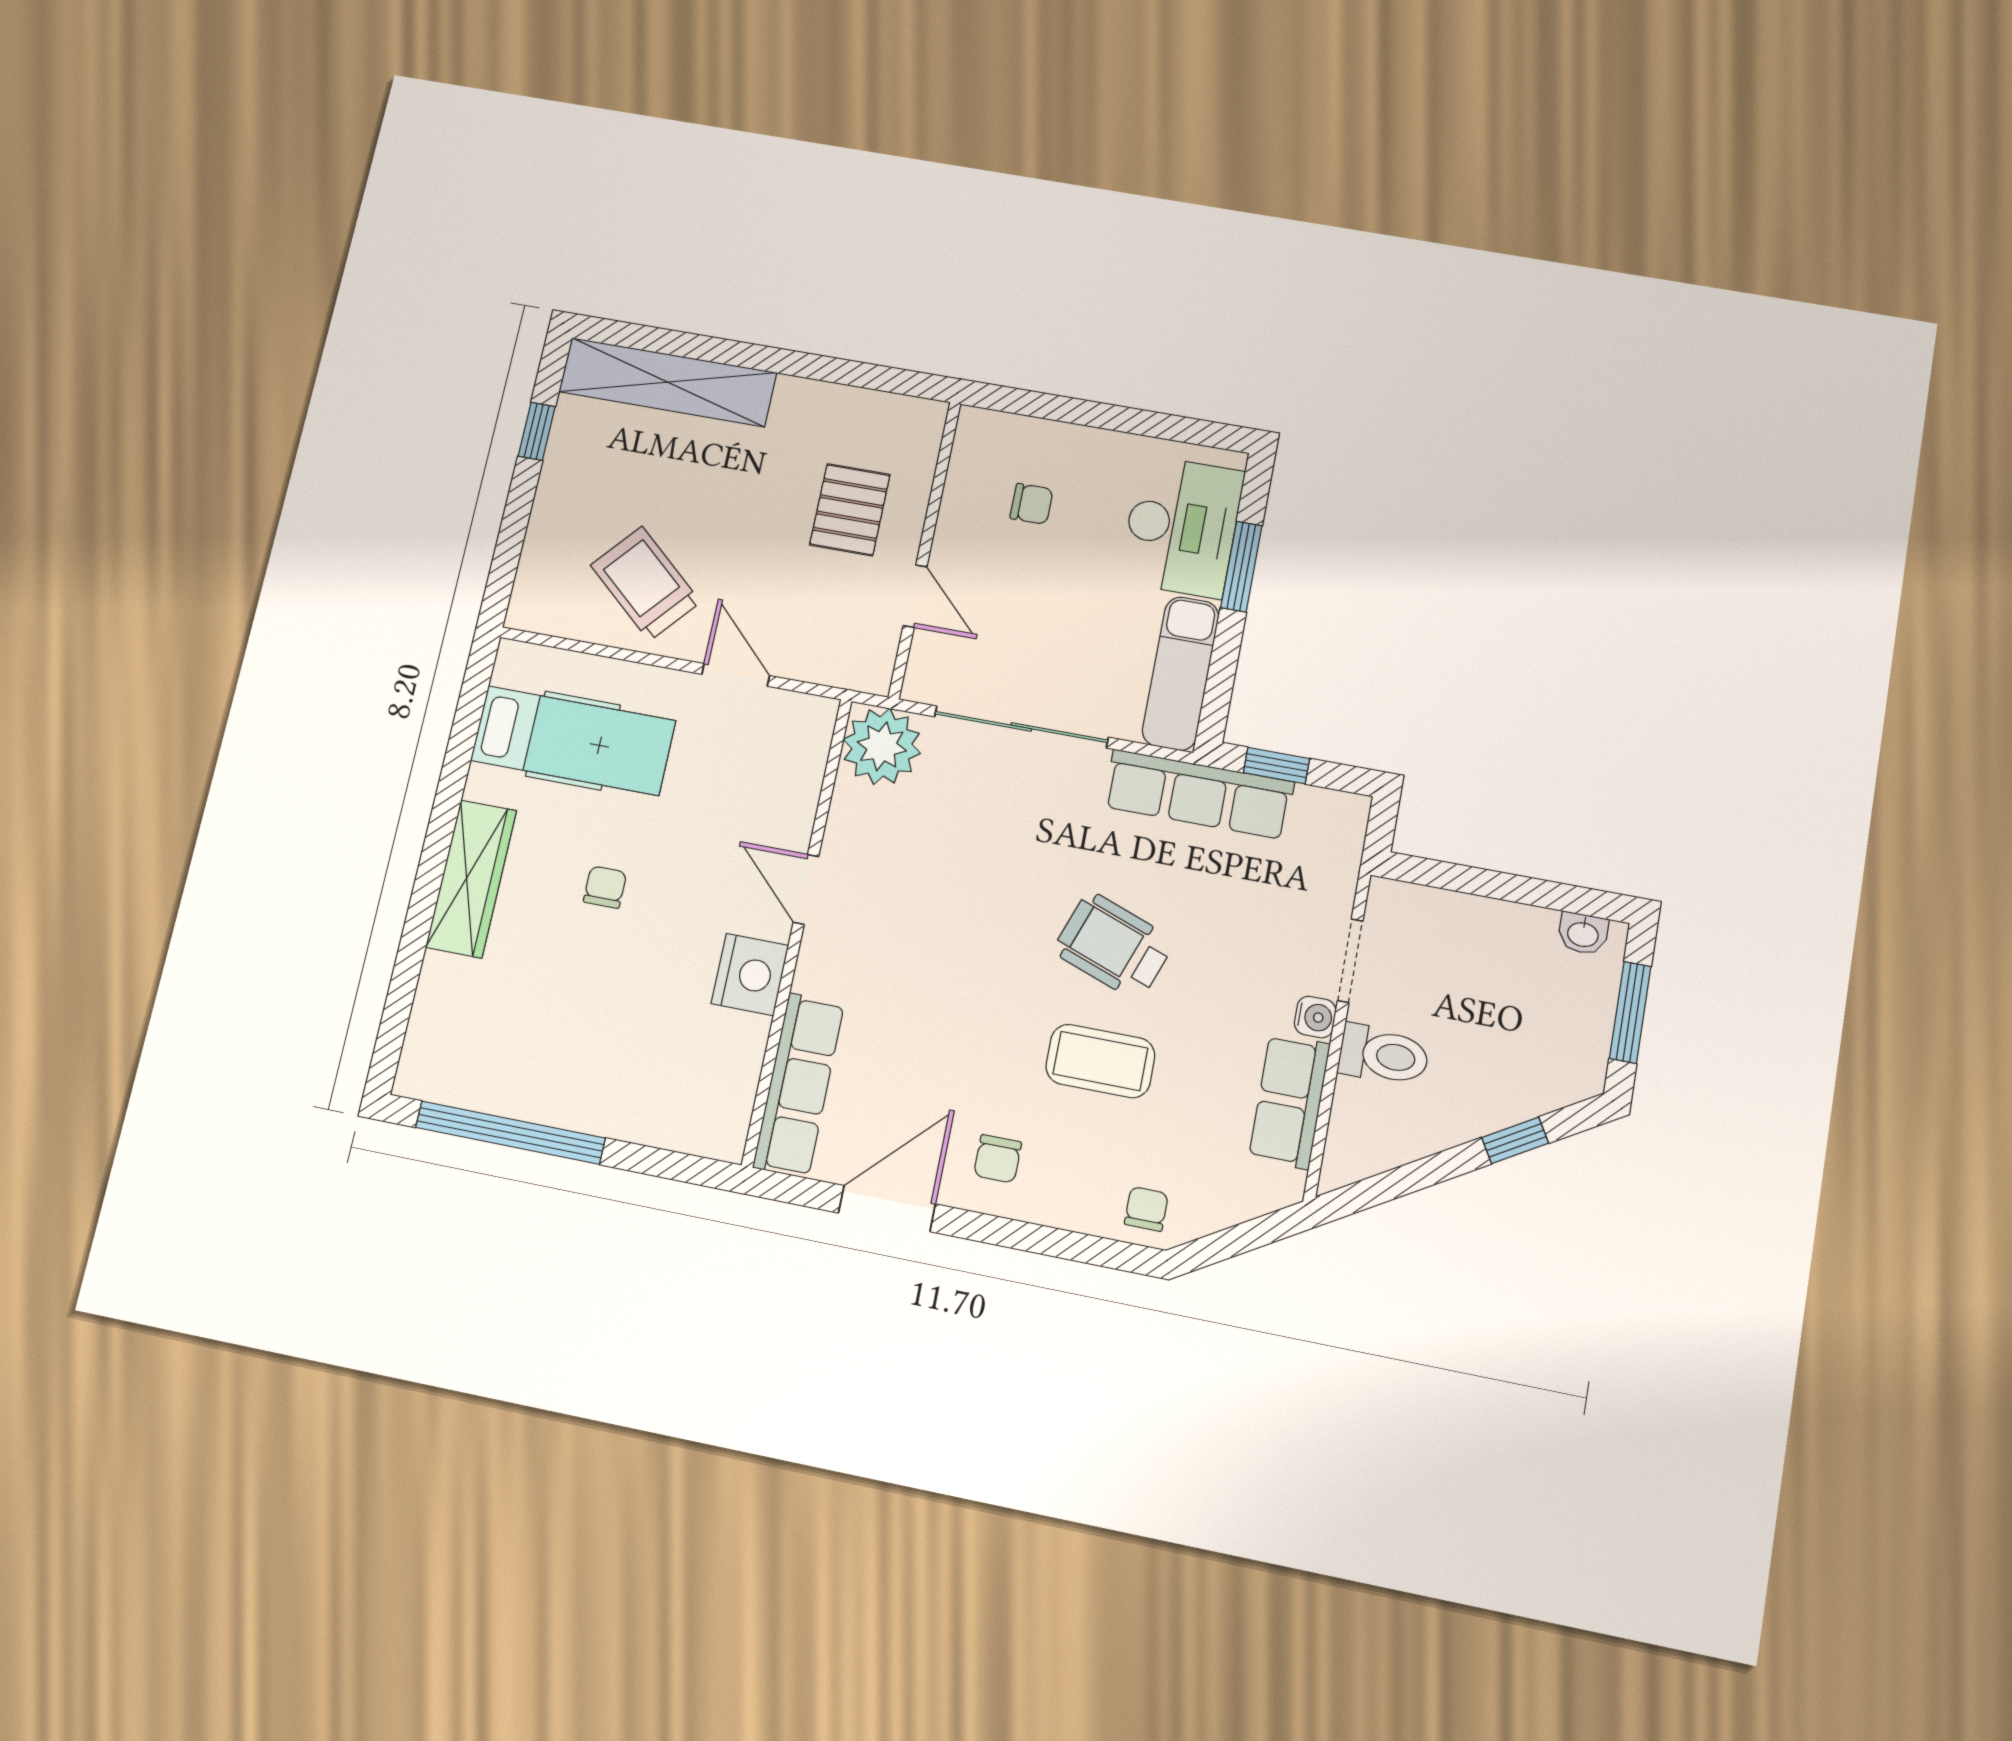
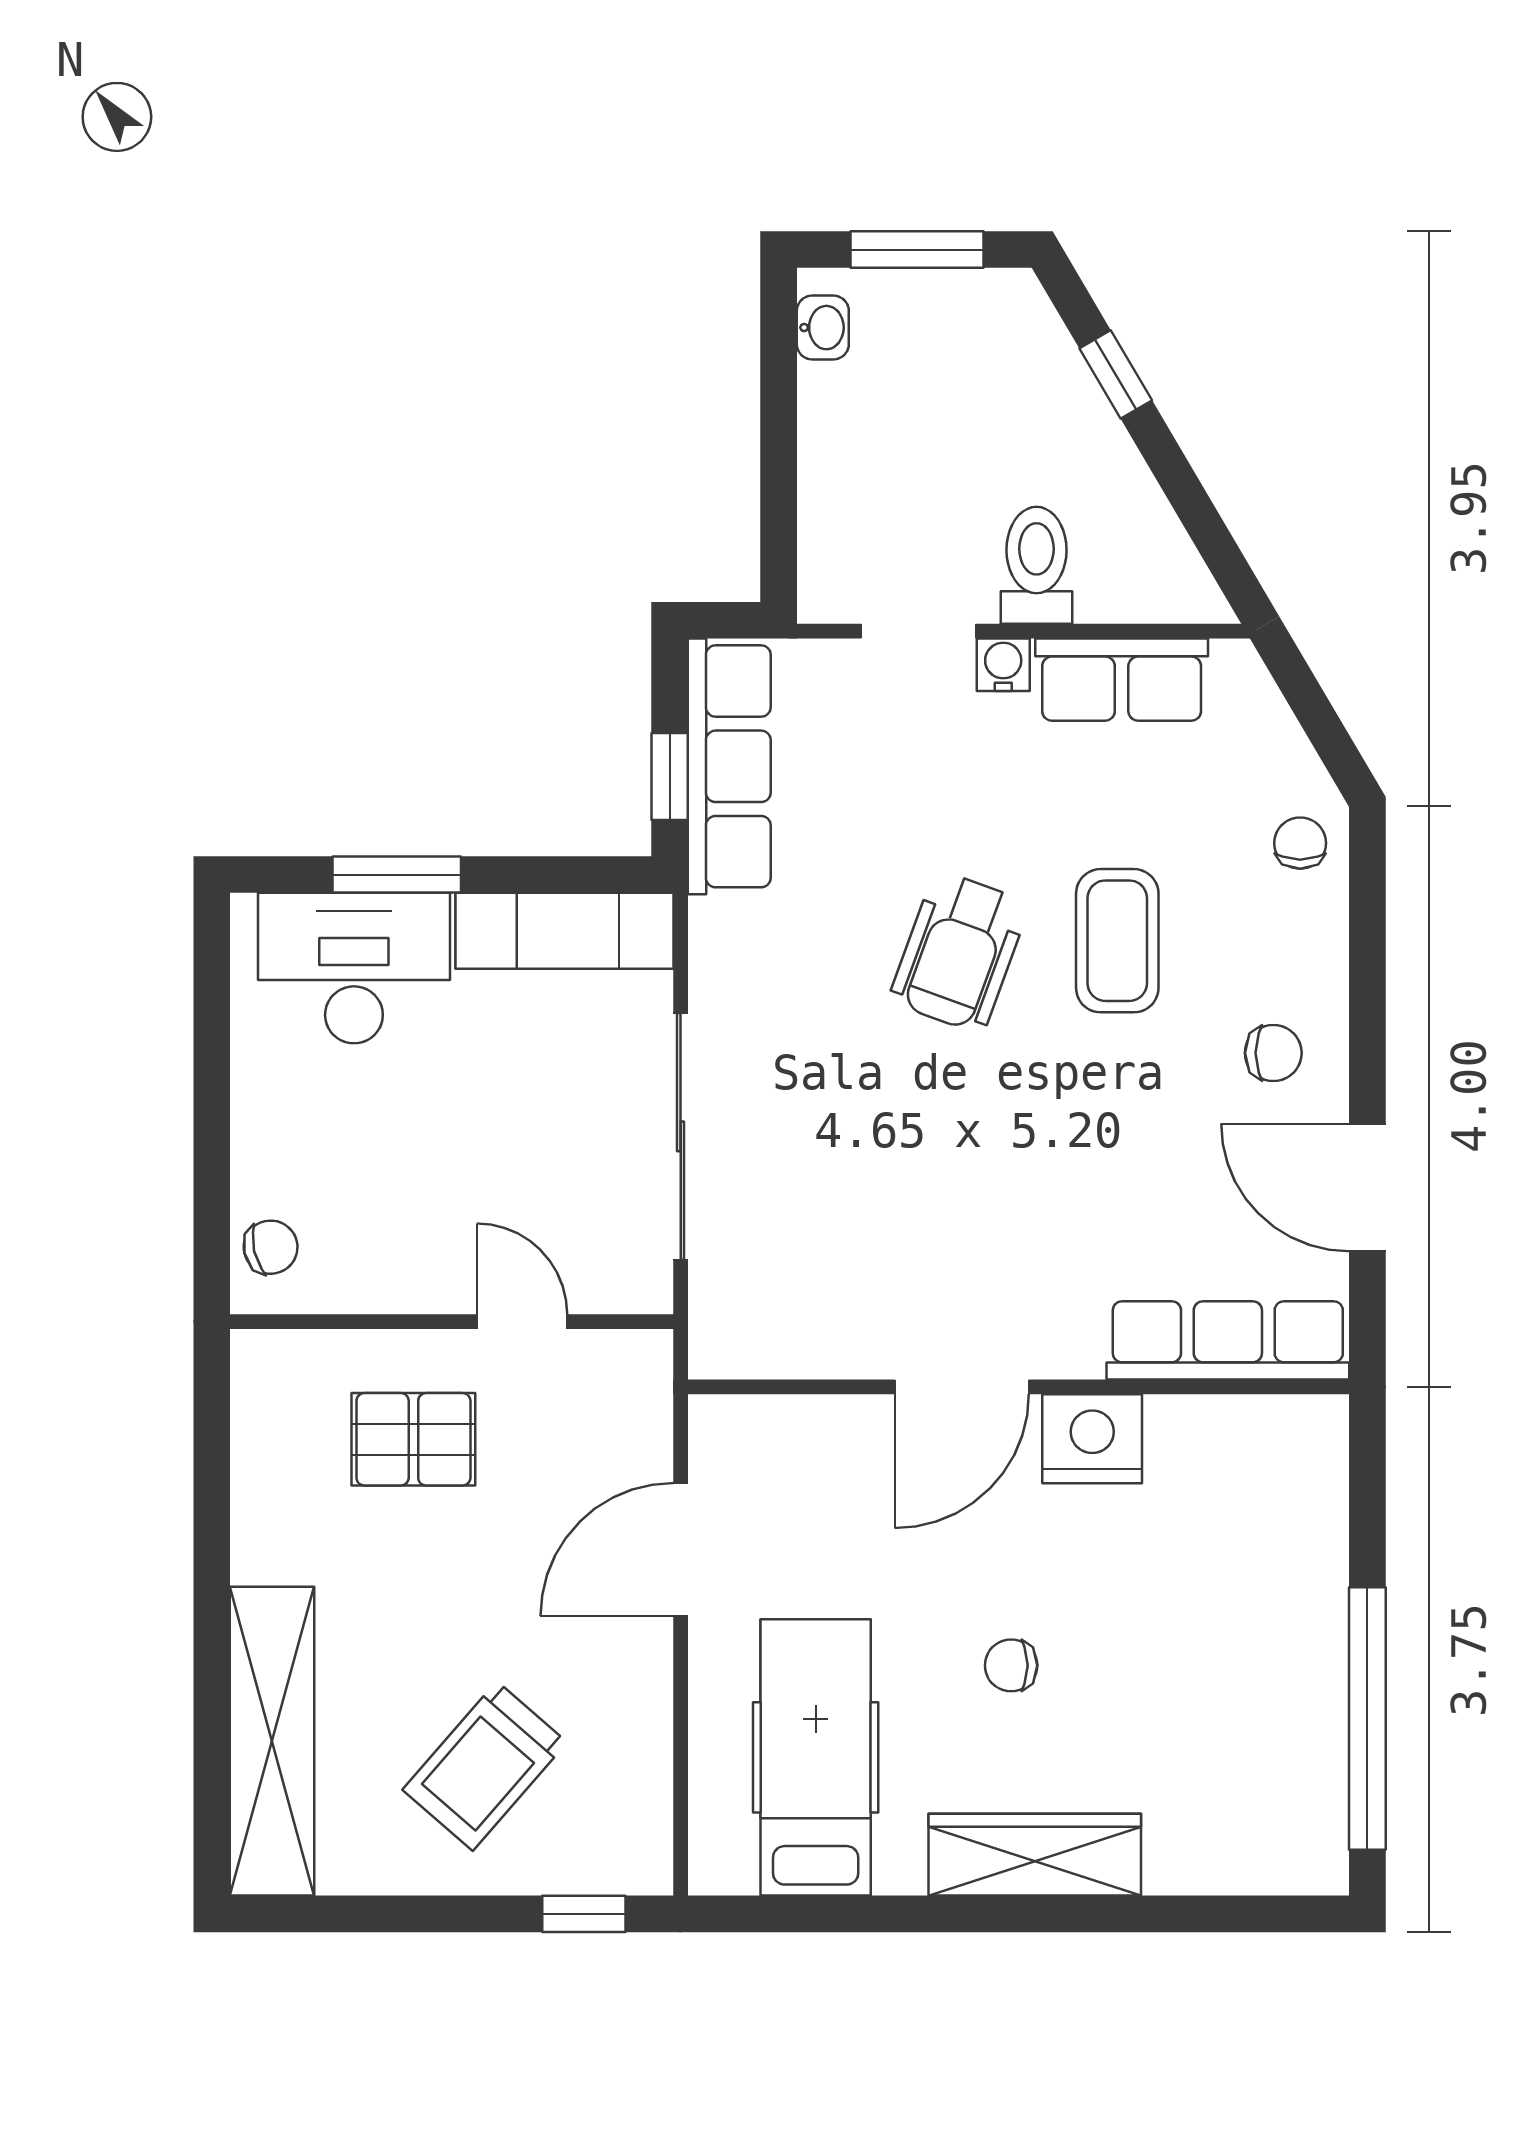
window: (537, 431) -> (584, 1914), moved
chair: (1031, 504) -> (271, 1247), moved, turned 77
trolley: (646, 584) -> (485, 1766), moved
door: (915, 596) -> (522, 1322), hinge flipped
door: (736, 675) -> (681, 1550), width x1.38
plant: (882, 746) -> (744, 1324), removed
row of seats: (1198, 794) -> (729, 766), moved
door: (806, 889) -> (962, 1387), width x1.38
chair: (1146, 1209) -> (1300, 843), turned 90

